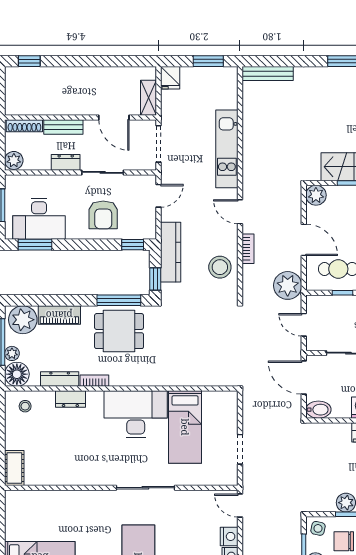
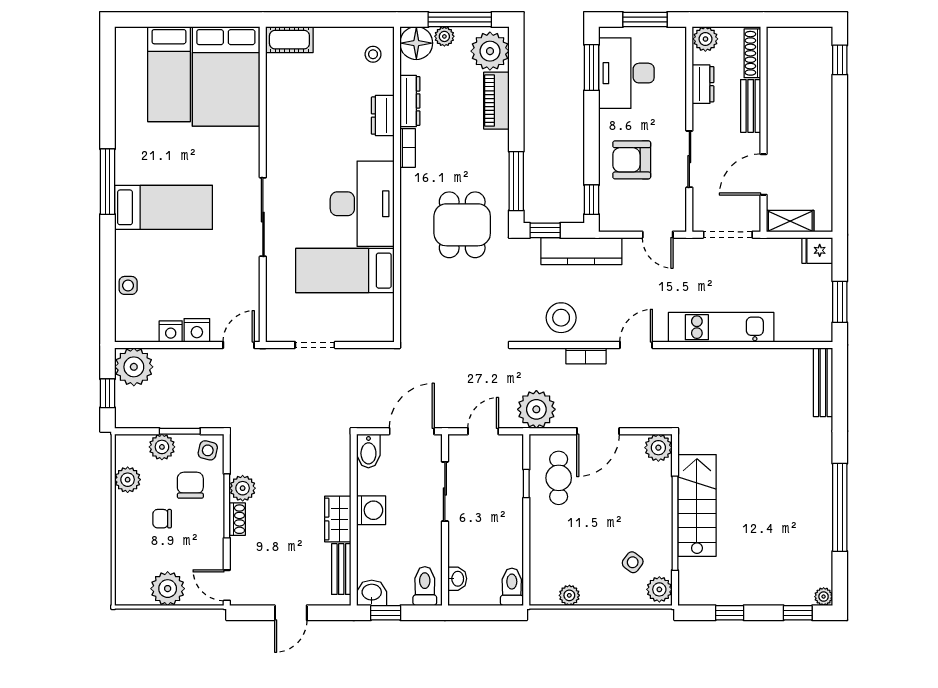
dresser: (66, 162) -> (703, 84), moved
dining table: (119, 331) -> (462, 225), moved
bed: (42, 515) -> (226, 76), added

